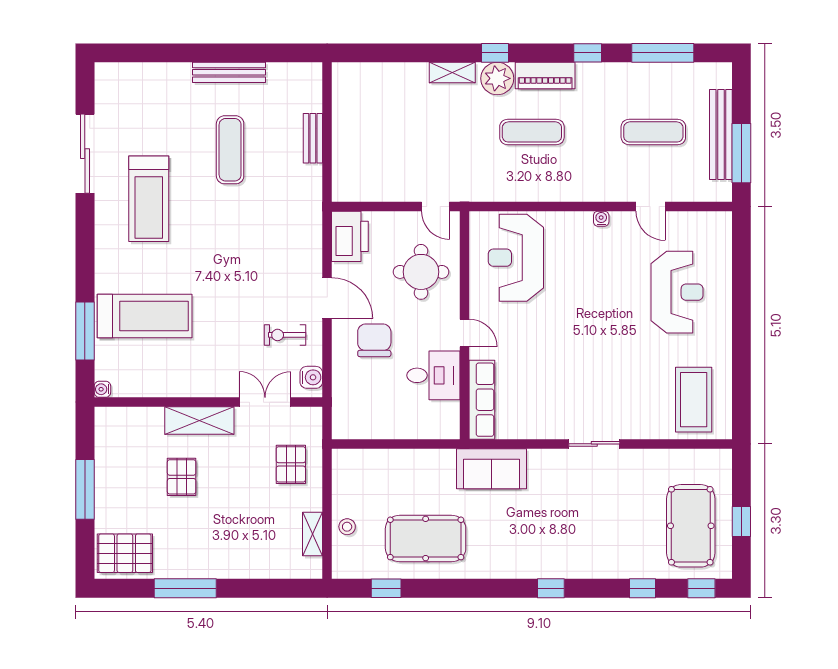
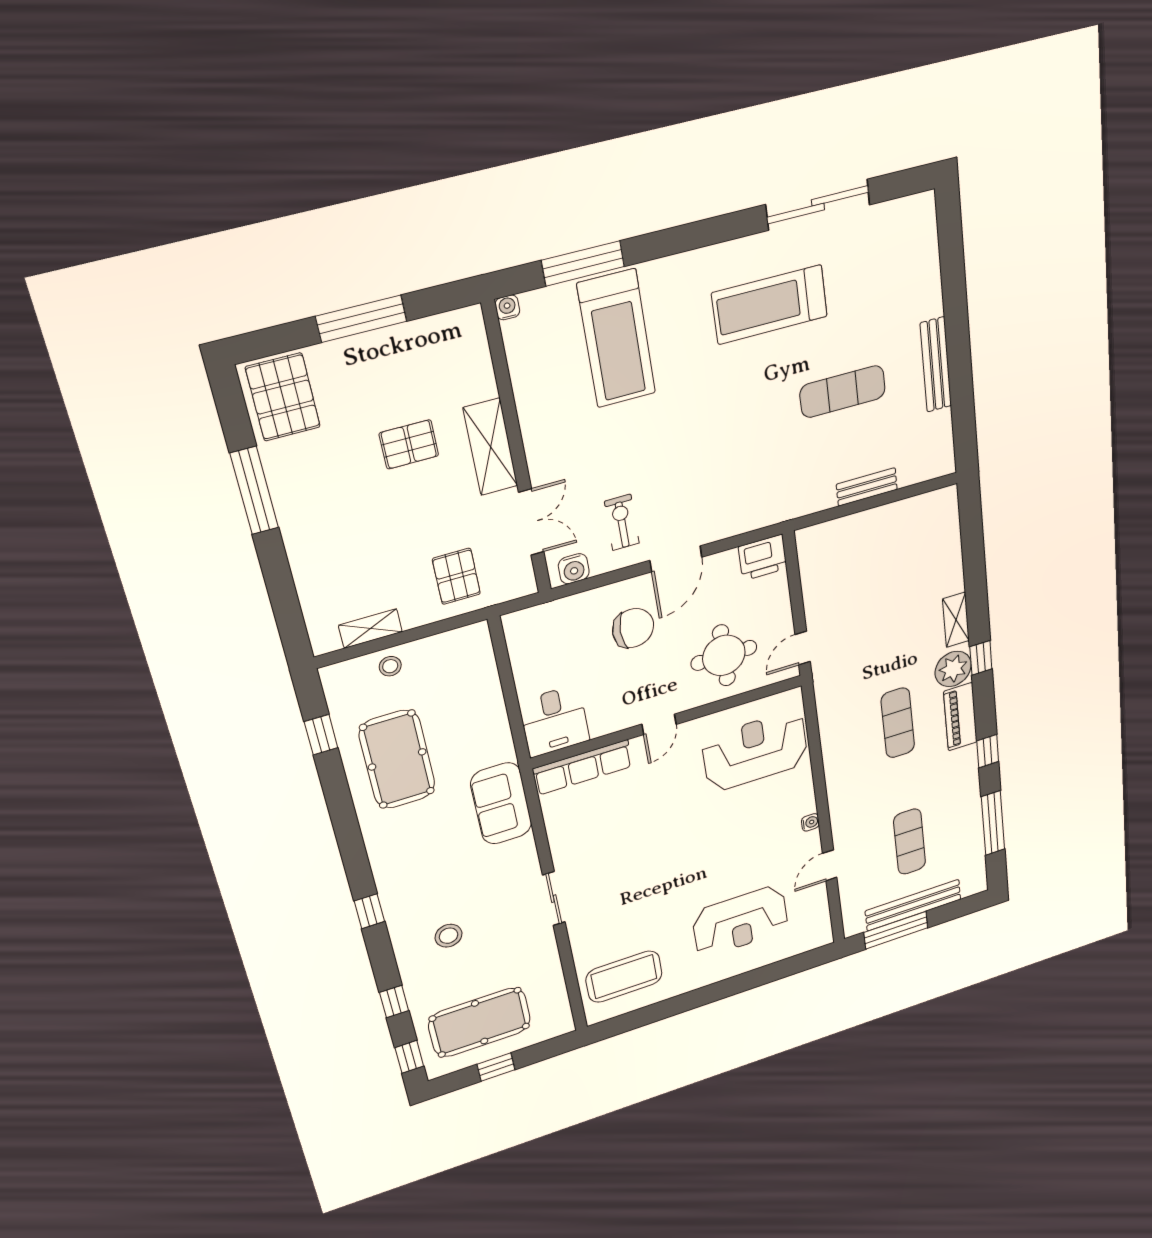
printer: (350, 236) -> (763, 558), width x0.73, depth x0.84
desk: (433, 375) -> (555, 721), moved
pallet: (291, 464) -> (456, 576), turned 90
stool: (597, 533) -> (449, 936), added

